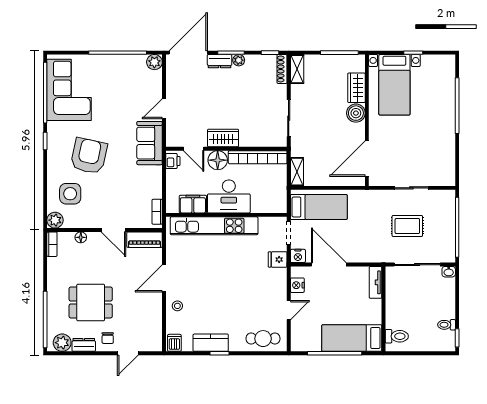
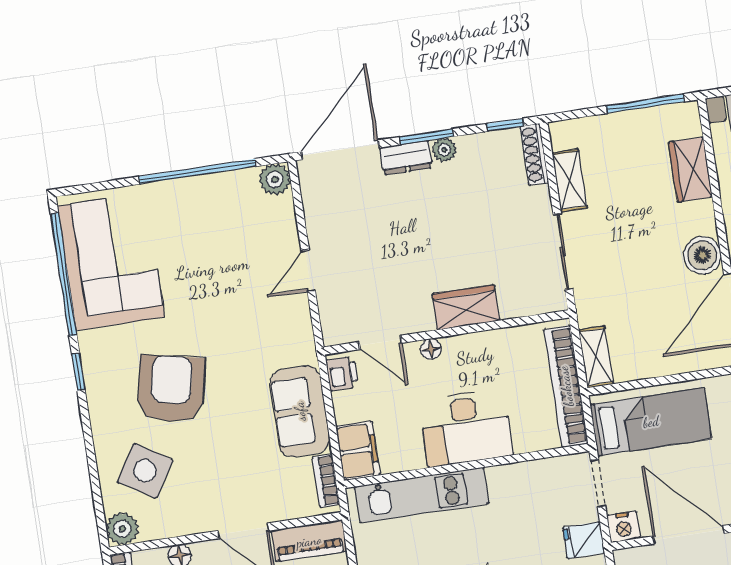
shelving: (297, 69) -> (570, 180), moved
boiler: (356, 113) -> (702, 255), moved
wardrobe: (223, 138) -> (466, 307), moved
sofa: (150, 143) -> (300, 411), moved
bookcase: (258, 157) -> (566, 386), moved, turned 90
floor lamp: (218, 160) -> (431, 349), width x0.53, depth x0.53
side table: (70, 194) -> (145, 471), turned 32
filing cabinet: (193, 204) -> (358, 451), moved, turned 90
kitchen unit: (214, 226) -> (422, 495), width x0.73

